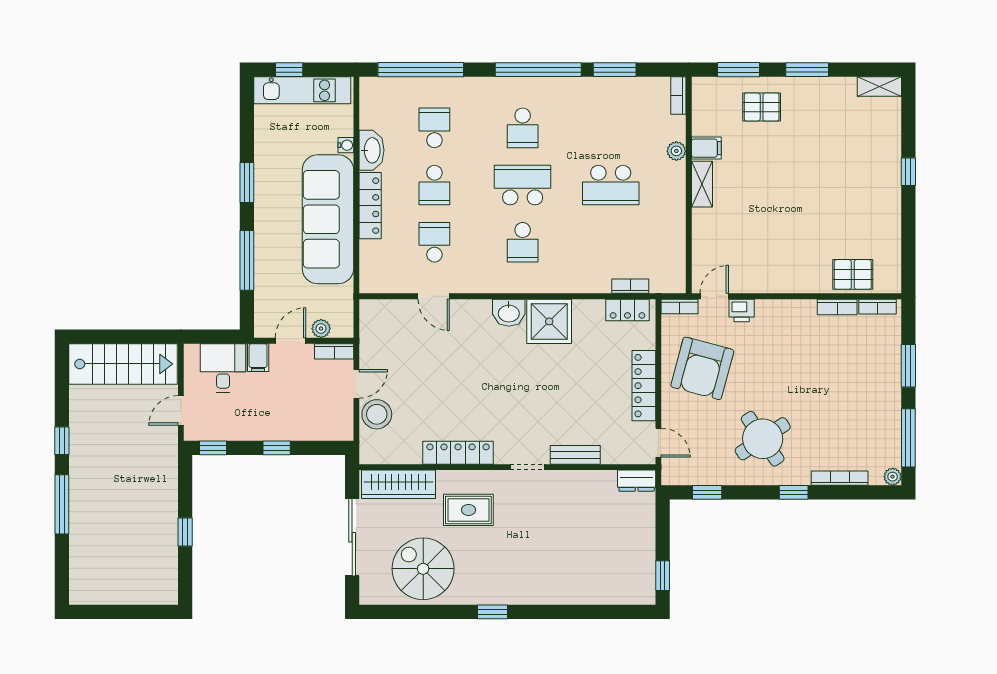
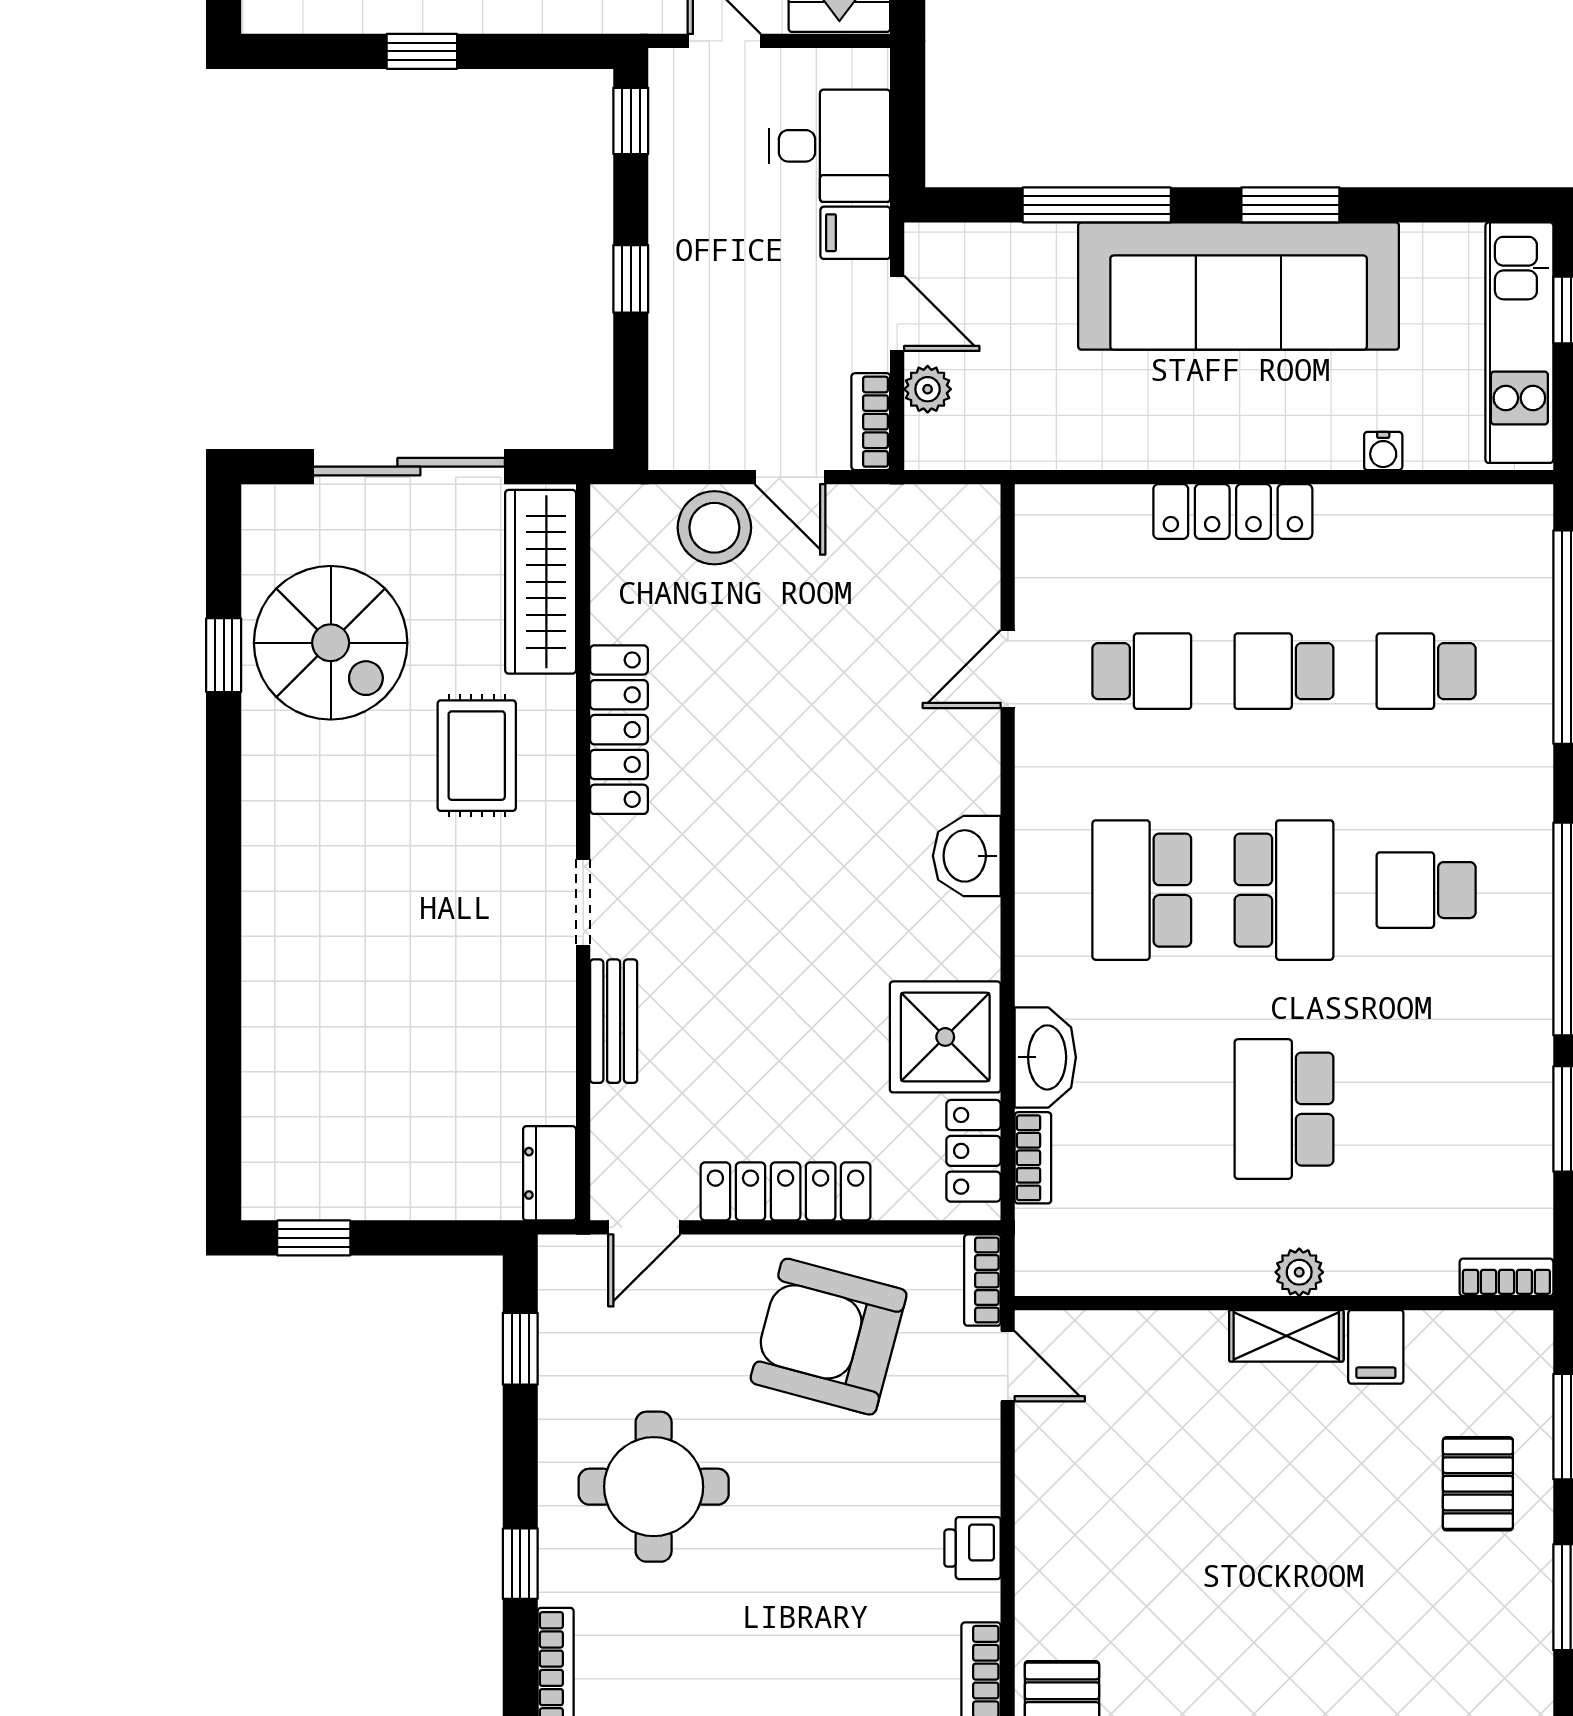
school desk: (434, 128) -> (1426, 671), turned 180
washbasin: (372, 150) -> (1045, 1057), moved, turned -90
plant: (676, 151) -> (1299, 1272), moved
sofa: (328, 219) -> (1239, 286), moved, turned 180
school desk: (523, 242) -> (1142, 890), width x1.85
printer: (742, 310) -> (973, 1548), moved
shower: (549, 321) -> (945, 1037), moved
round table: (763, 439) -> (654, 1487), turned 34
spiral stairs: (423, 569) -> (331, 643), turned 90
window: (492, 612) -> (224, 655), moved

